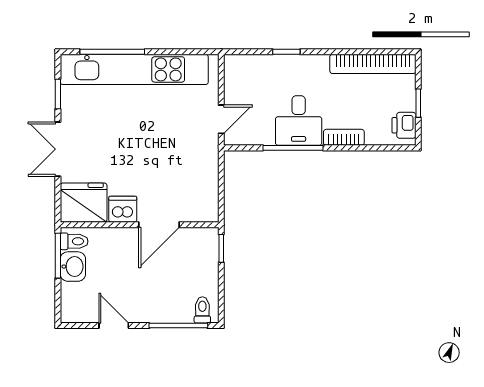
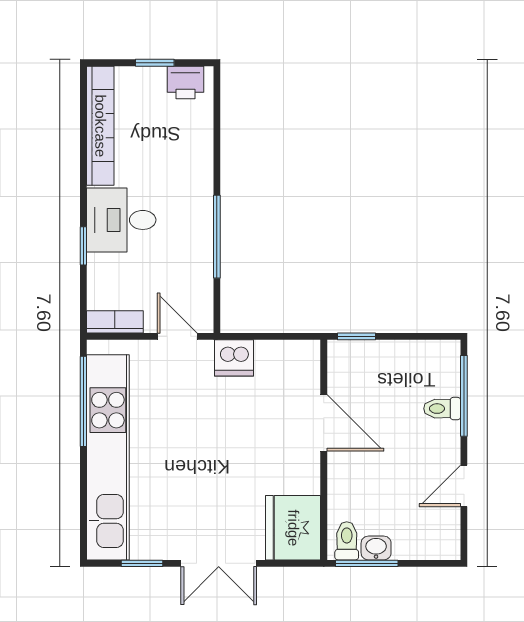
window: (112, 52) -> (83, 401), moved
desk: (299, 121) -> (121, 220), moved, turned 180
bookcase: (344, 137) -> (115, 322), moved, turned 90
dishwasher: (123, 209) -> (234, 358), moved, turned -90
washbasin: (73, 267) -> (376, 548), width x0.72, depth x0.69
toilet: (202, 310) -> (442, 409), moved

